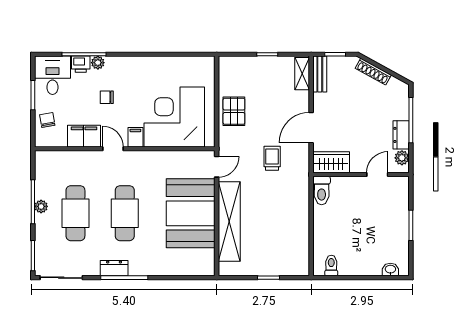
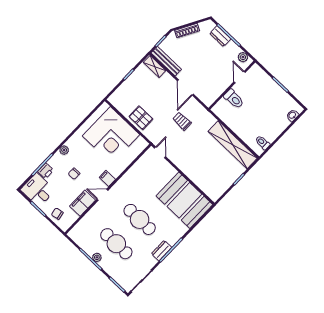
plant: (98, 63) -> (64, 150), moved
bench: (320, 74) -> (166, 61), width x1.36
corner desk: (174, 117) -> (111, 135), moved, turned -90
dresser: (401, 135) -> (220, 36), moved
wardrobe: (331, 162) -> (212, 94), removed
toilet: (322, 191) -> (234, 99), moved
booth: (191, 213) -> (184, 200), moved
shelving: (229, 221) -> (233, 145), moved

